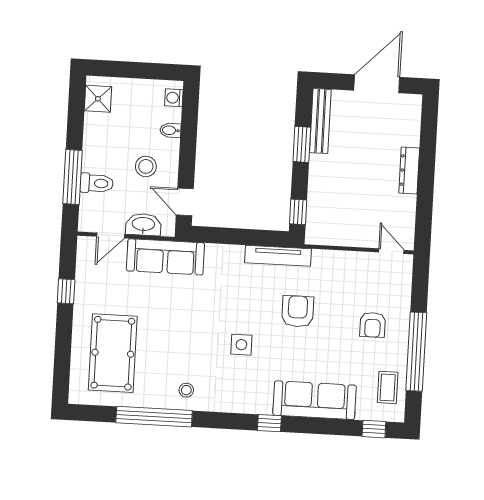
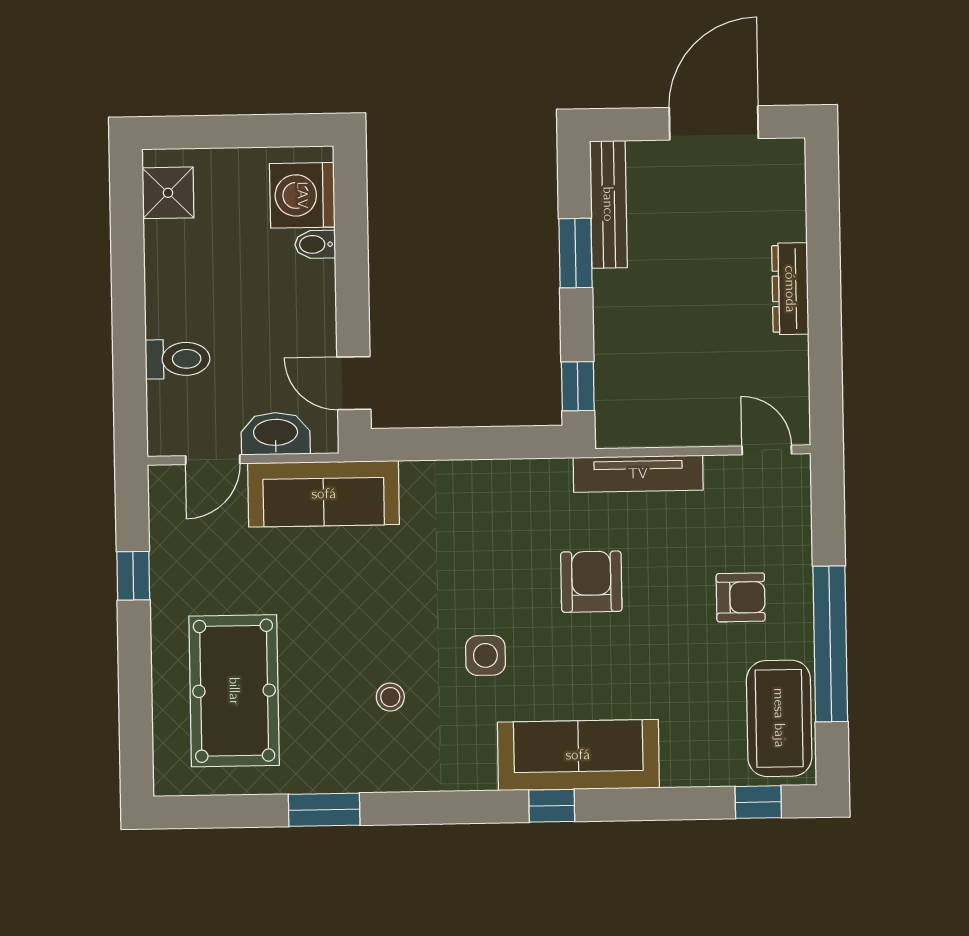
washing machine: (174, 98) -> (302, 195), width x1.89, depth x1.89
stool: (146, 166) -> (272, 319), removed
window: (72, 177) -> (129, 350), removed
tv unit: (278, 256) -> (638, 474), moved
armchair: (373, 325) -> (741, 597), turned -90
coffee table: (388, 387) -> (779, 718), width x1.86, depth x1.72
stool: (186, 390) -> (390, 697), moved
sofa: (315, 400) -> (578, 755), moved
window: (154, 417) -> (324, 810), width x0.47

